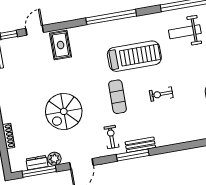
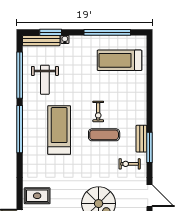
window: (111, 17) -> (20, 129), moved
exercise mat: (117, 97) -> (104, 135), moved

